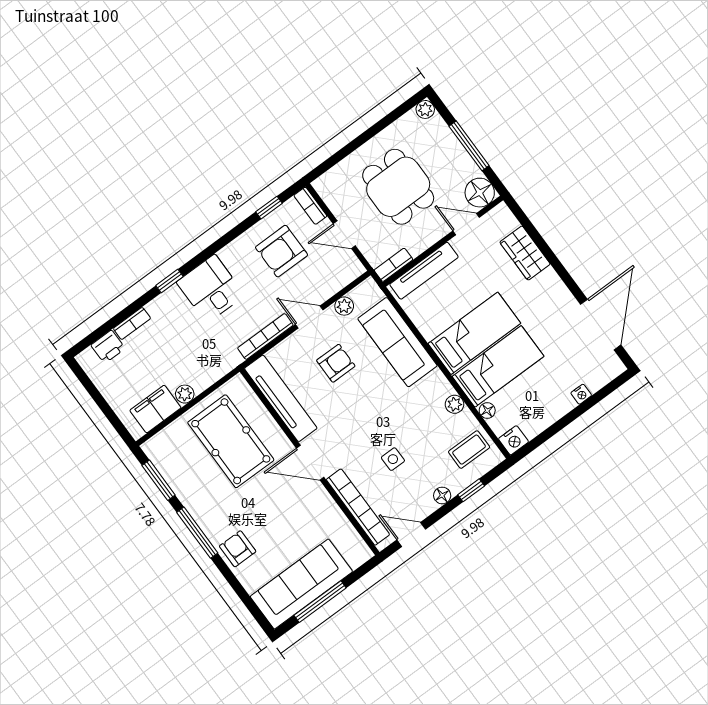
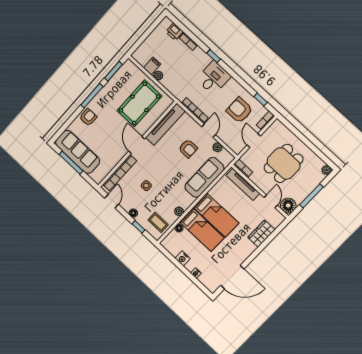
filing cabinet: (155, 409) -> (152, 66), width x0.50
nightstand: (513, 440) -> (183, 258), moved

